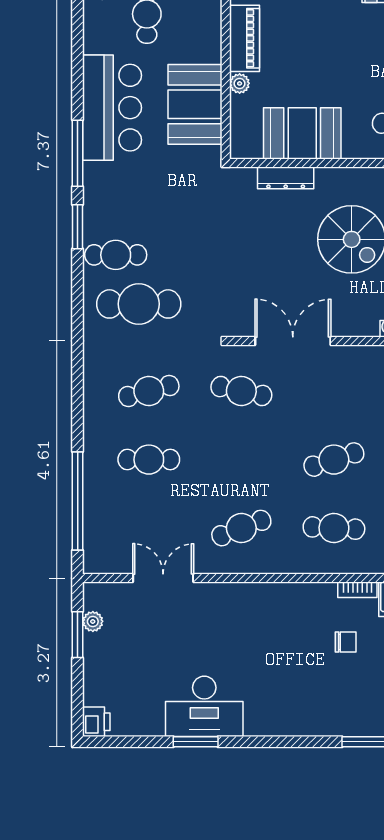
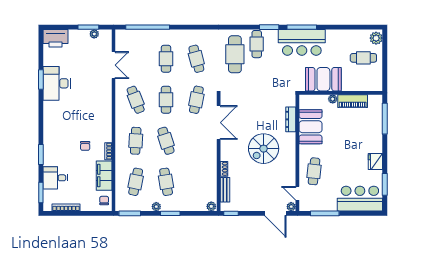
bar counter: (112, 108) -> (302, 42), moved
cafe table: (241, 460) -> (166, 100), added
printer: (96, 722) -> (56, 38), width x1.87, depth x1.48

